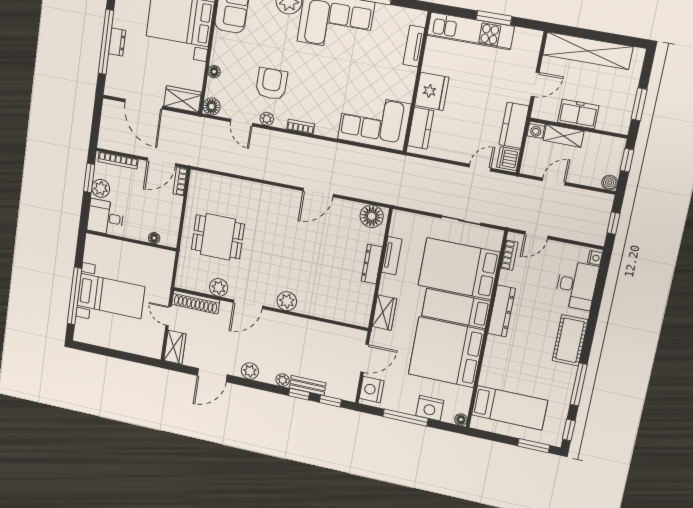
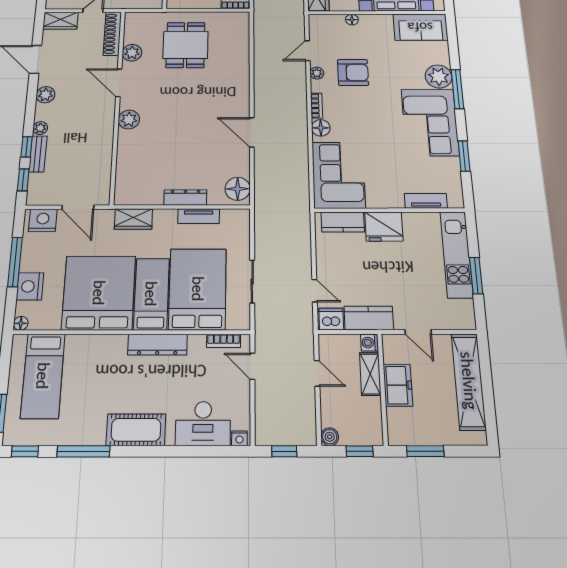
floor lamp: (212, 106) -> (321, 128), moved

